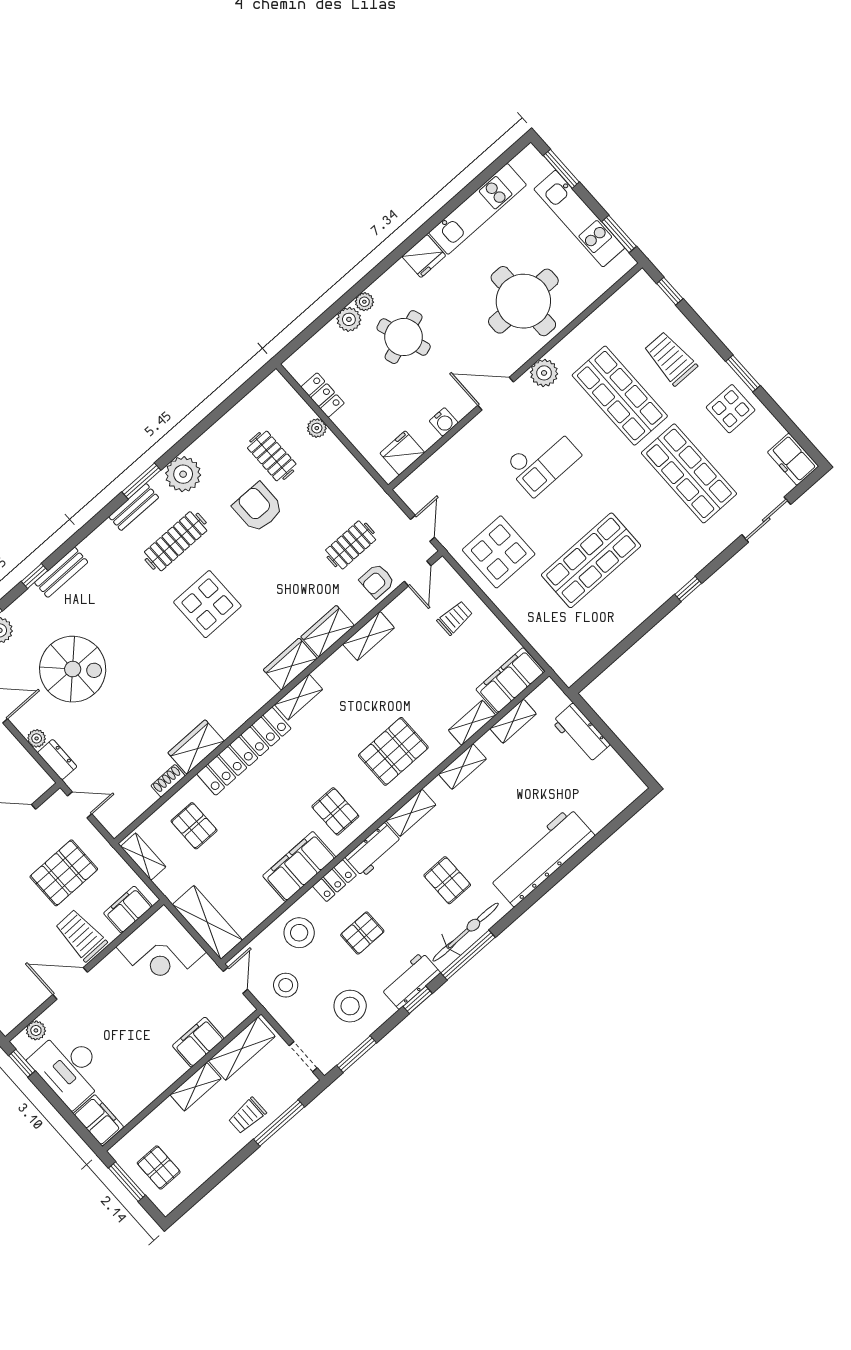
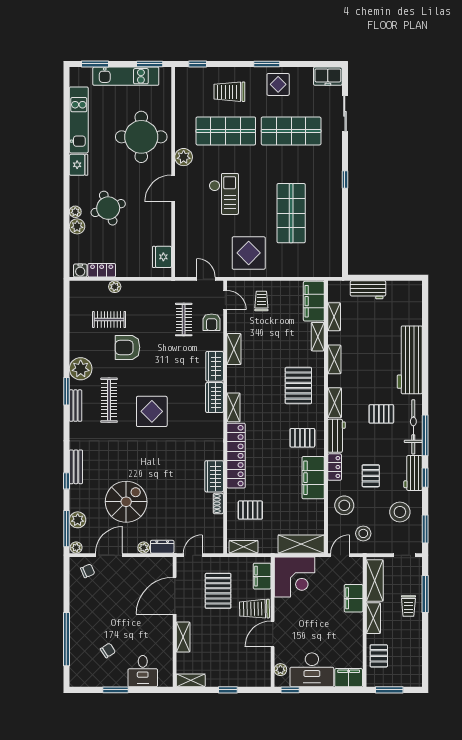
water cooler: (444, 422) -> (80, 271), moved, turned 90
door: (235, 980) -> (340, 555), hinge flipped
pallet: (159, 1167) -> (379, 656), moved, turned 90

